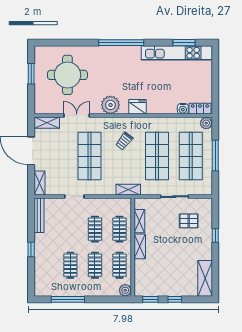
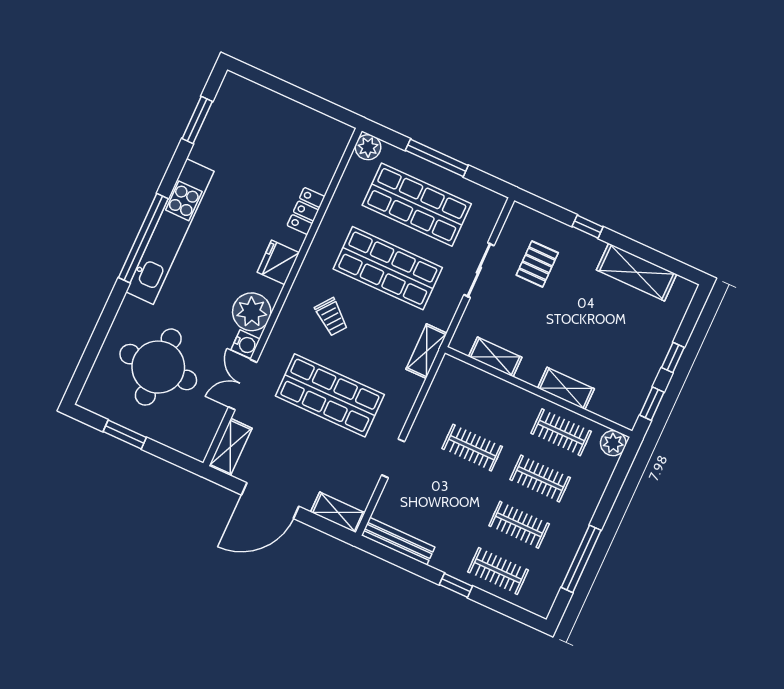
kitchen unit: (177, 53) -> (170, 232), moved
water cooler: (183, 109) -> (246, 344), moved
locker: (200, 109) -> (306, 211), moved
clothes rail: (120, 229) -> (498, 571), moved
shelving: (140, 246) -> (566, 388), moved
shelving: (205, 278) -> (637, 272), moved

